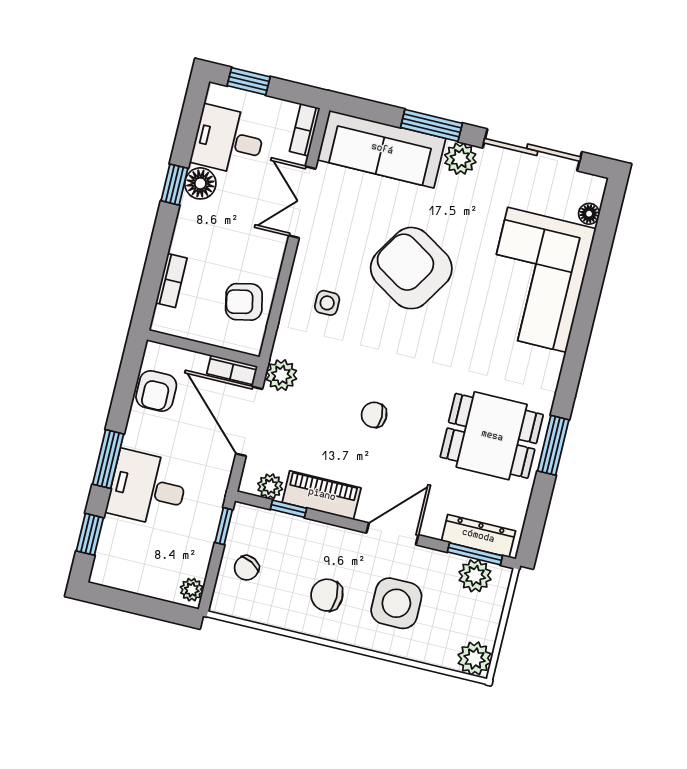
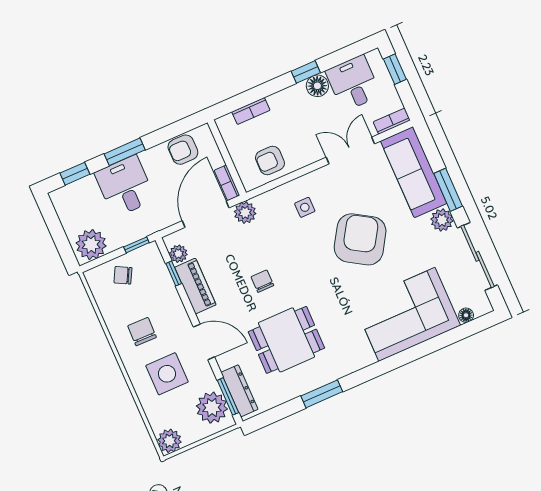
armchair: (244, 302) -> (270, 161), turned -78
dining table: (492, 436) -> (286, 340), moved, turned 90
plant: (475, 576) -> (212, 408), width x1.36, depth x1.36
plant: (192, 590) -> (91, 245), width x1.87, depth x1.87

